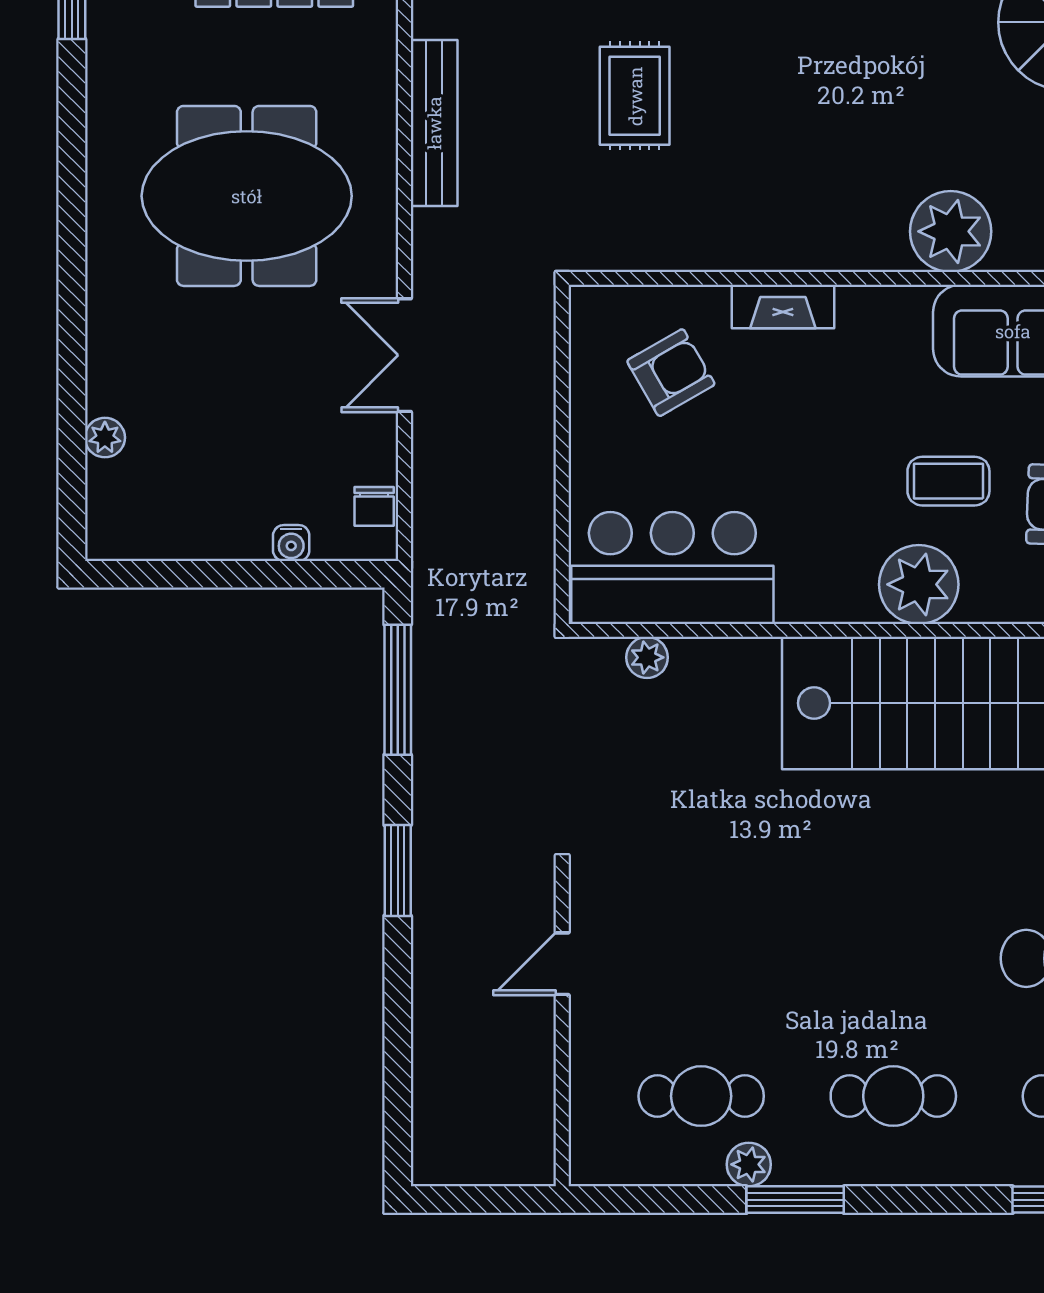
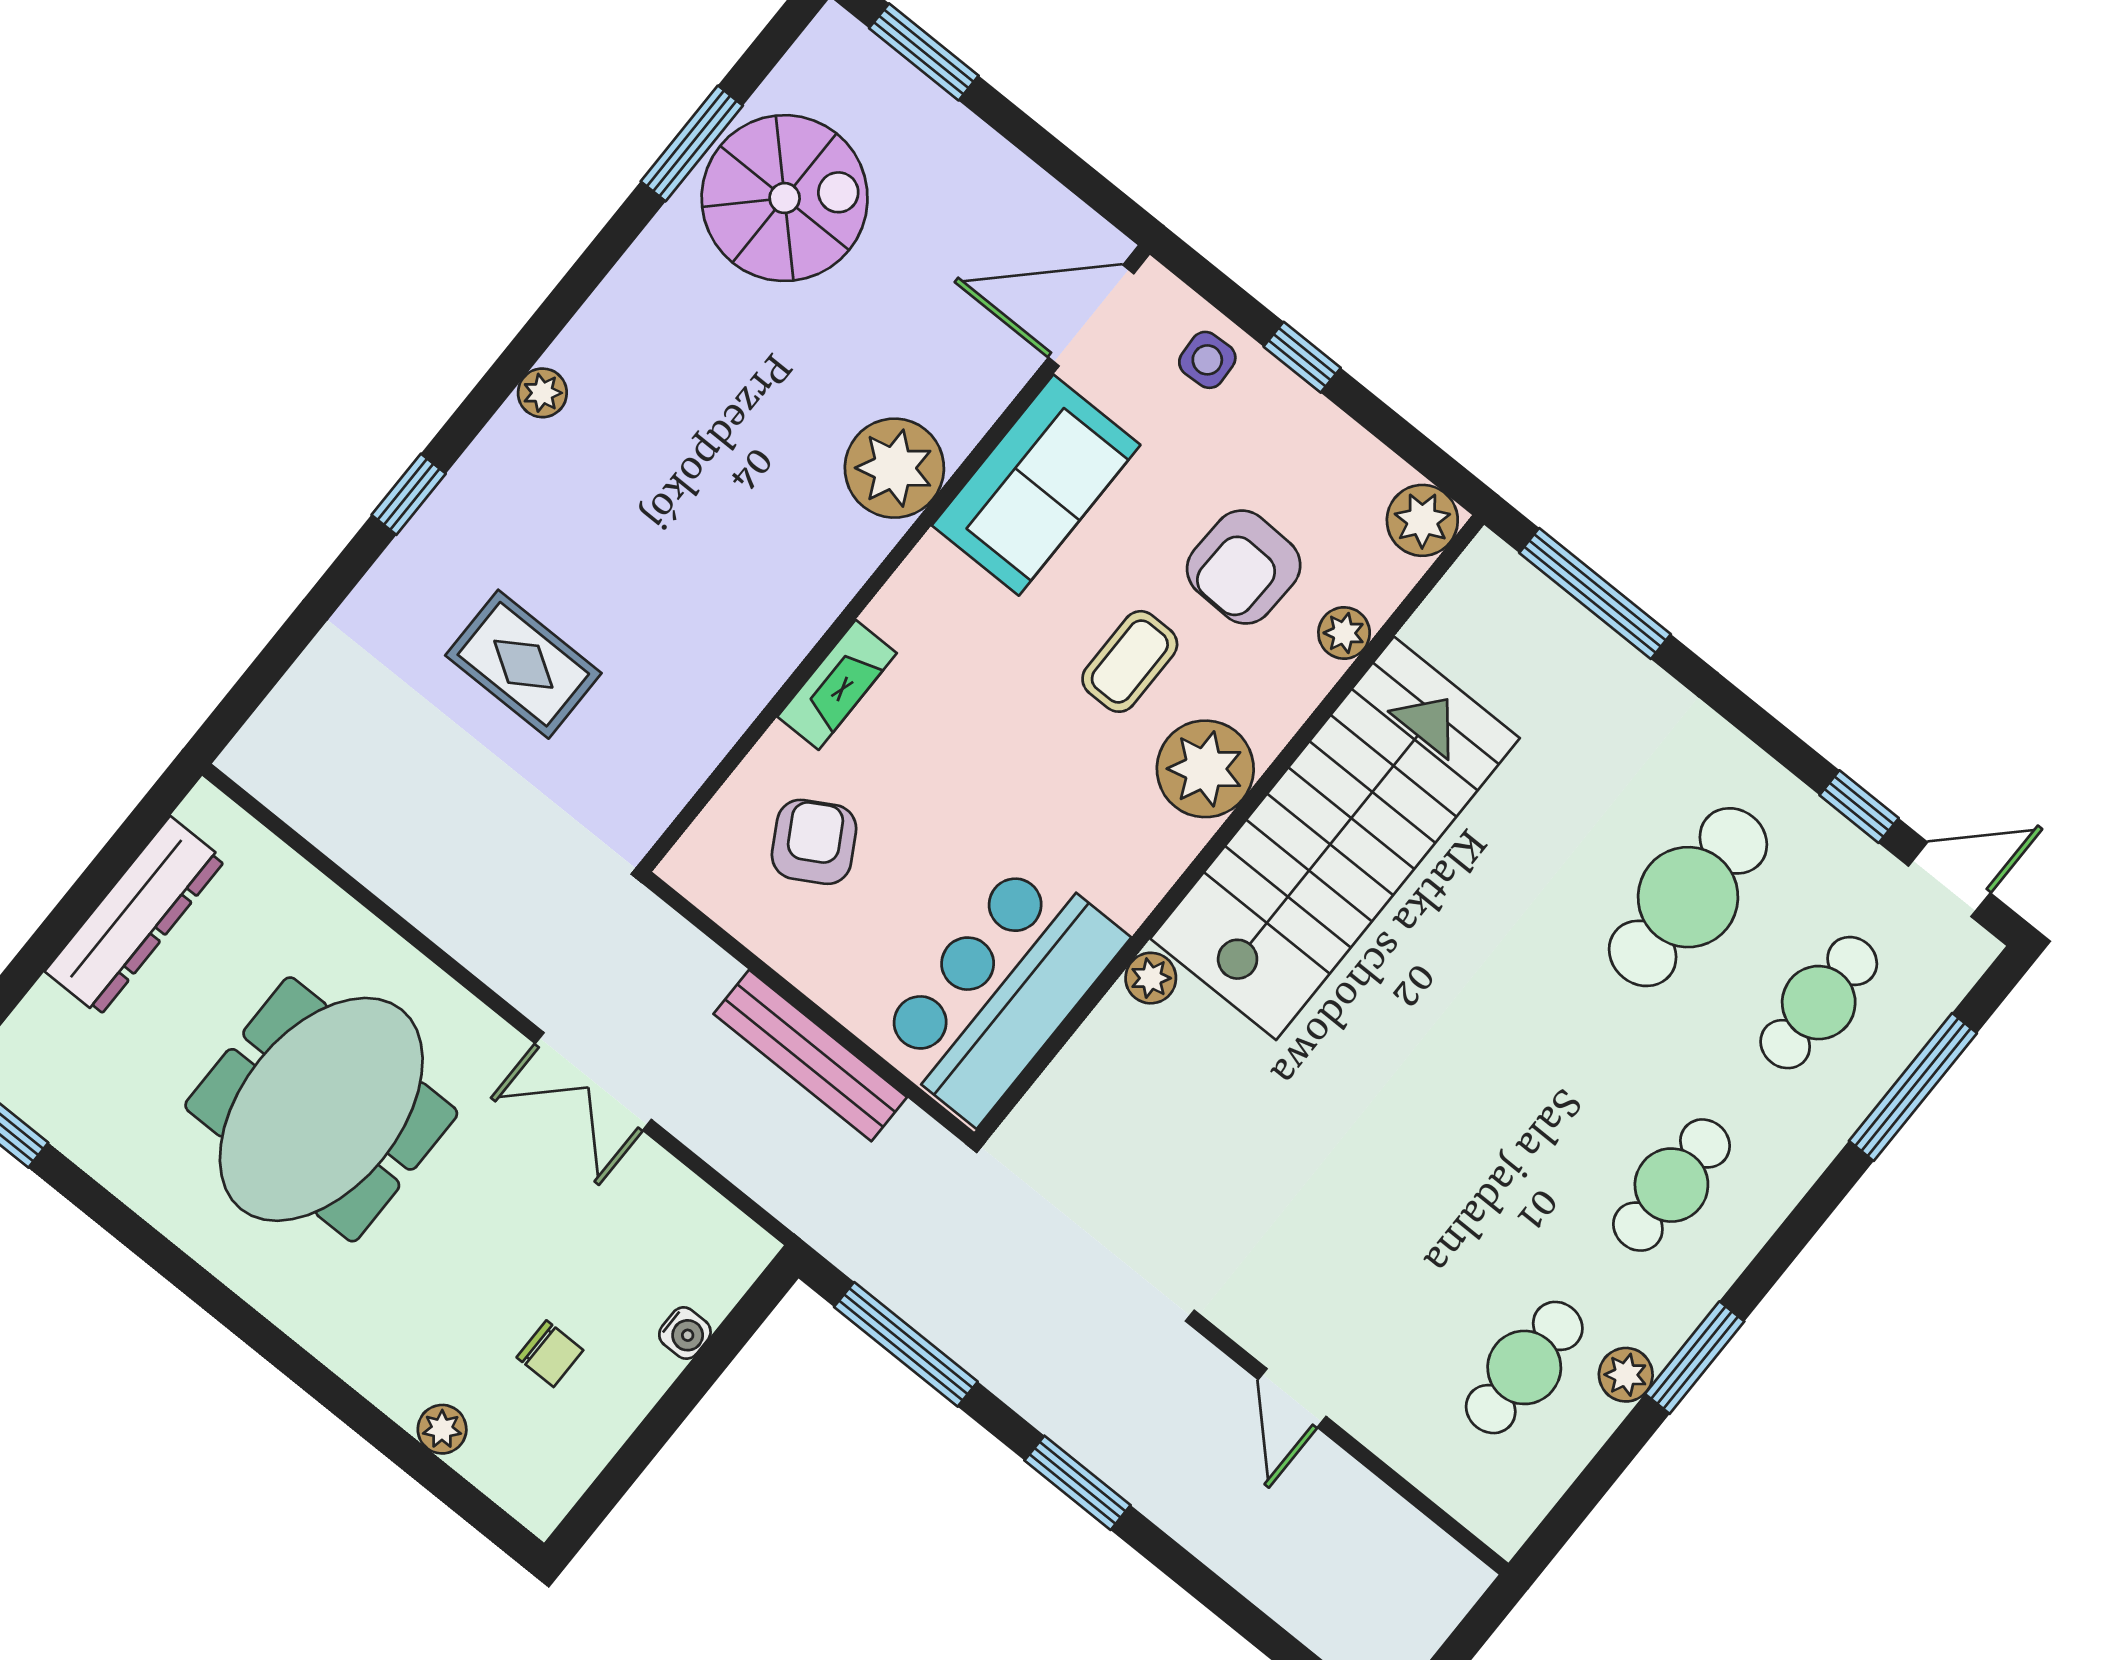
bench: (434, 123) -> (810, 1056), moved
chair: (374, 506) -> (550, 1354), moved
plant: (647, 657) -> (1151, 978), moved

